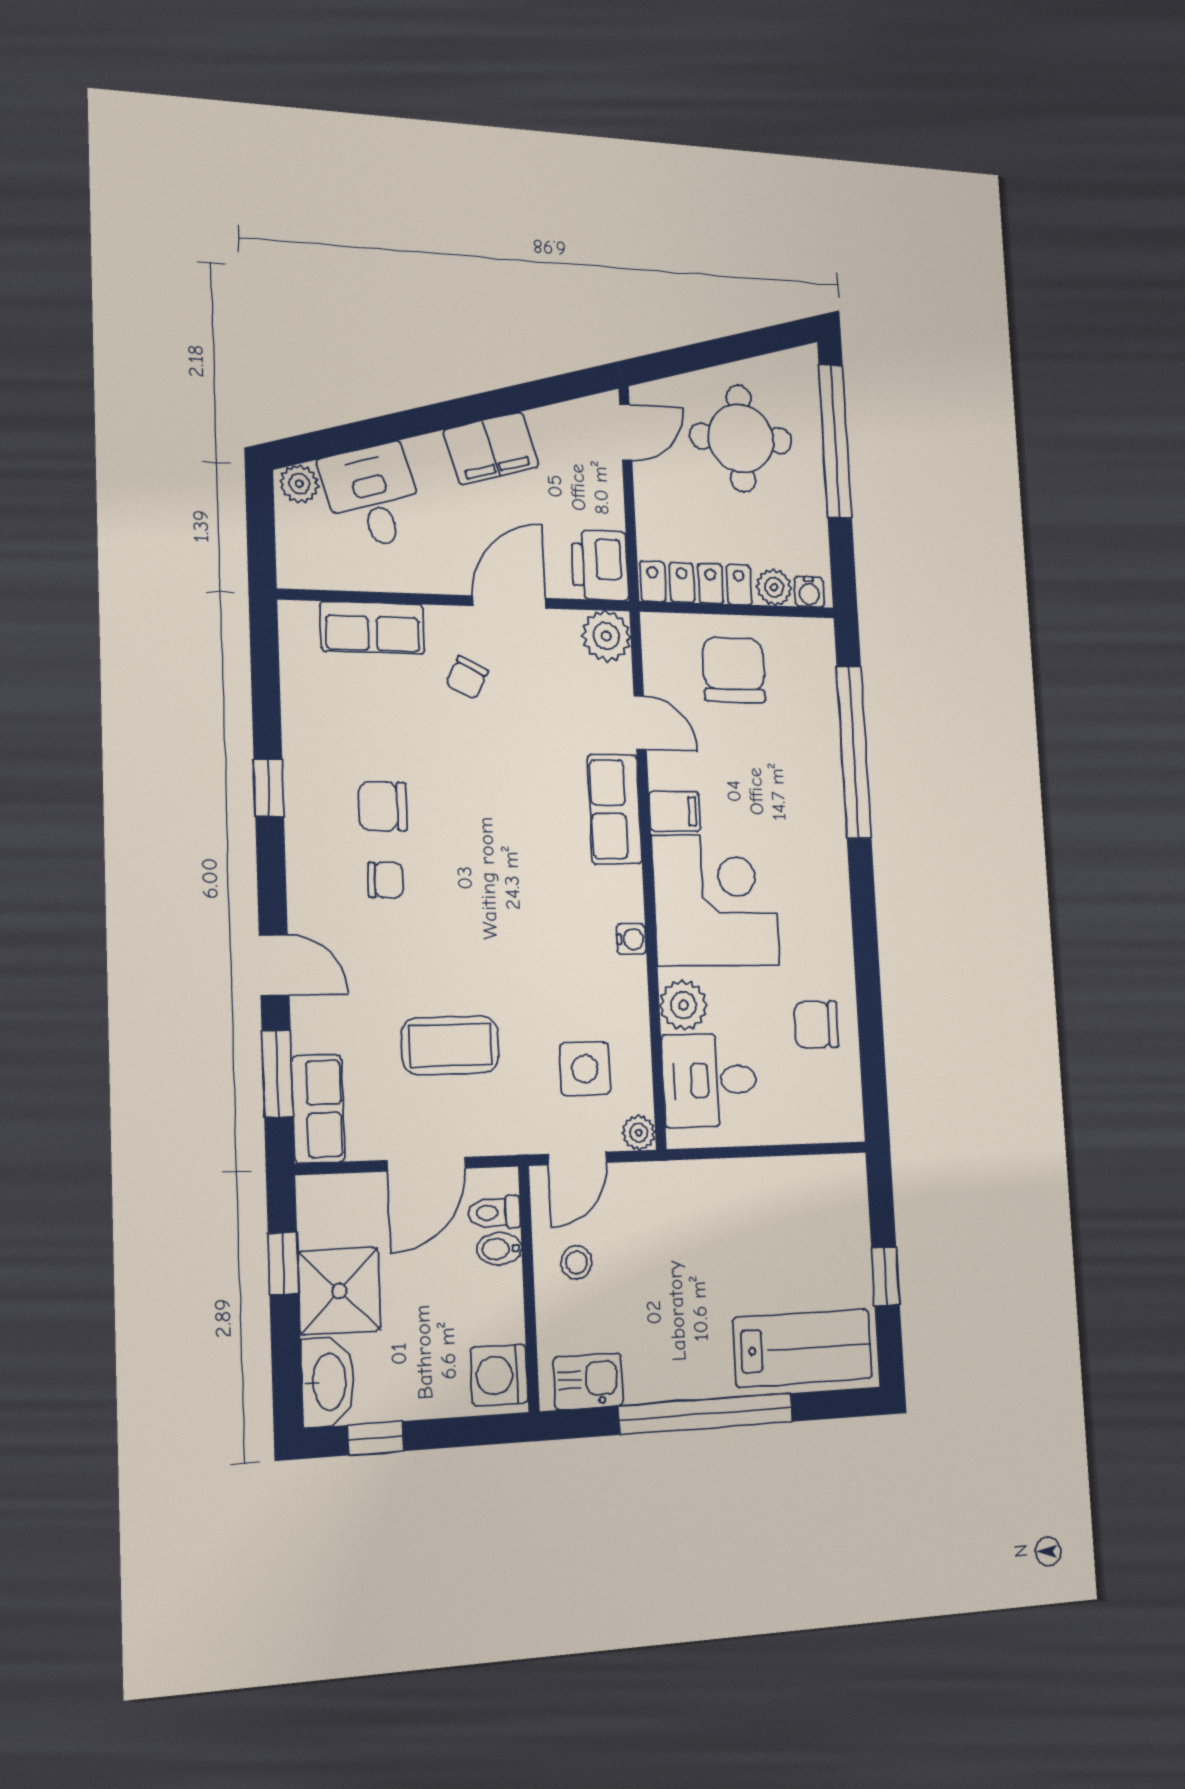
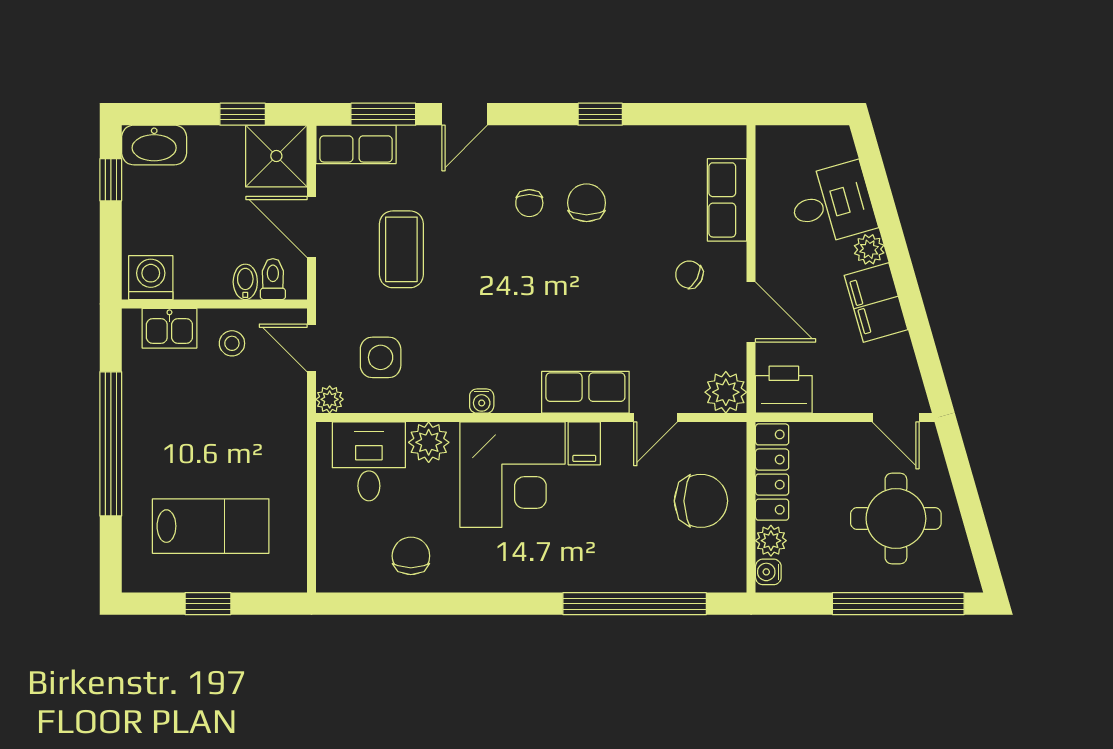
plant: (299, 484) -> (869, 249), moved
shower: (339, 1291) -> (276, 156), moved
lab bench: (803, 1348) -> (211, 526), moved, turned -90
kitchen sink: (588, 1381) -> (169, 328), moved, turned 90

